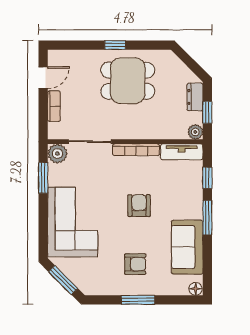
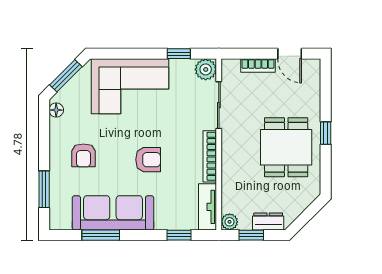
window: (43, 178) -> (179, 54), width x0.67
window: (207, 218) -> (101, 235), moved
sofa: (187, 247) -> (113, 213), width x1.36
floor lamp: (195, 289) -> (56, 110), moved
window: (138, 300) -> (44, 189), moved

